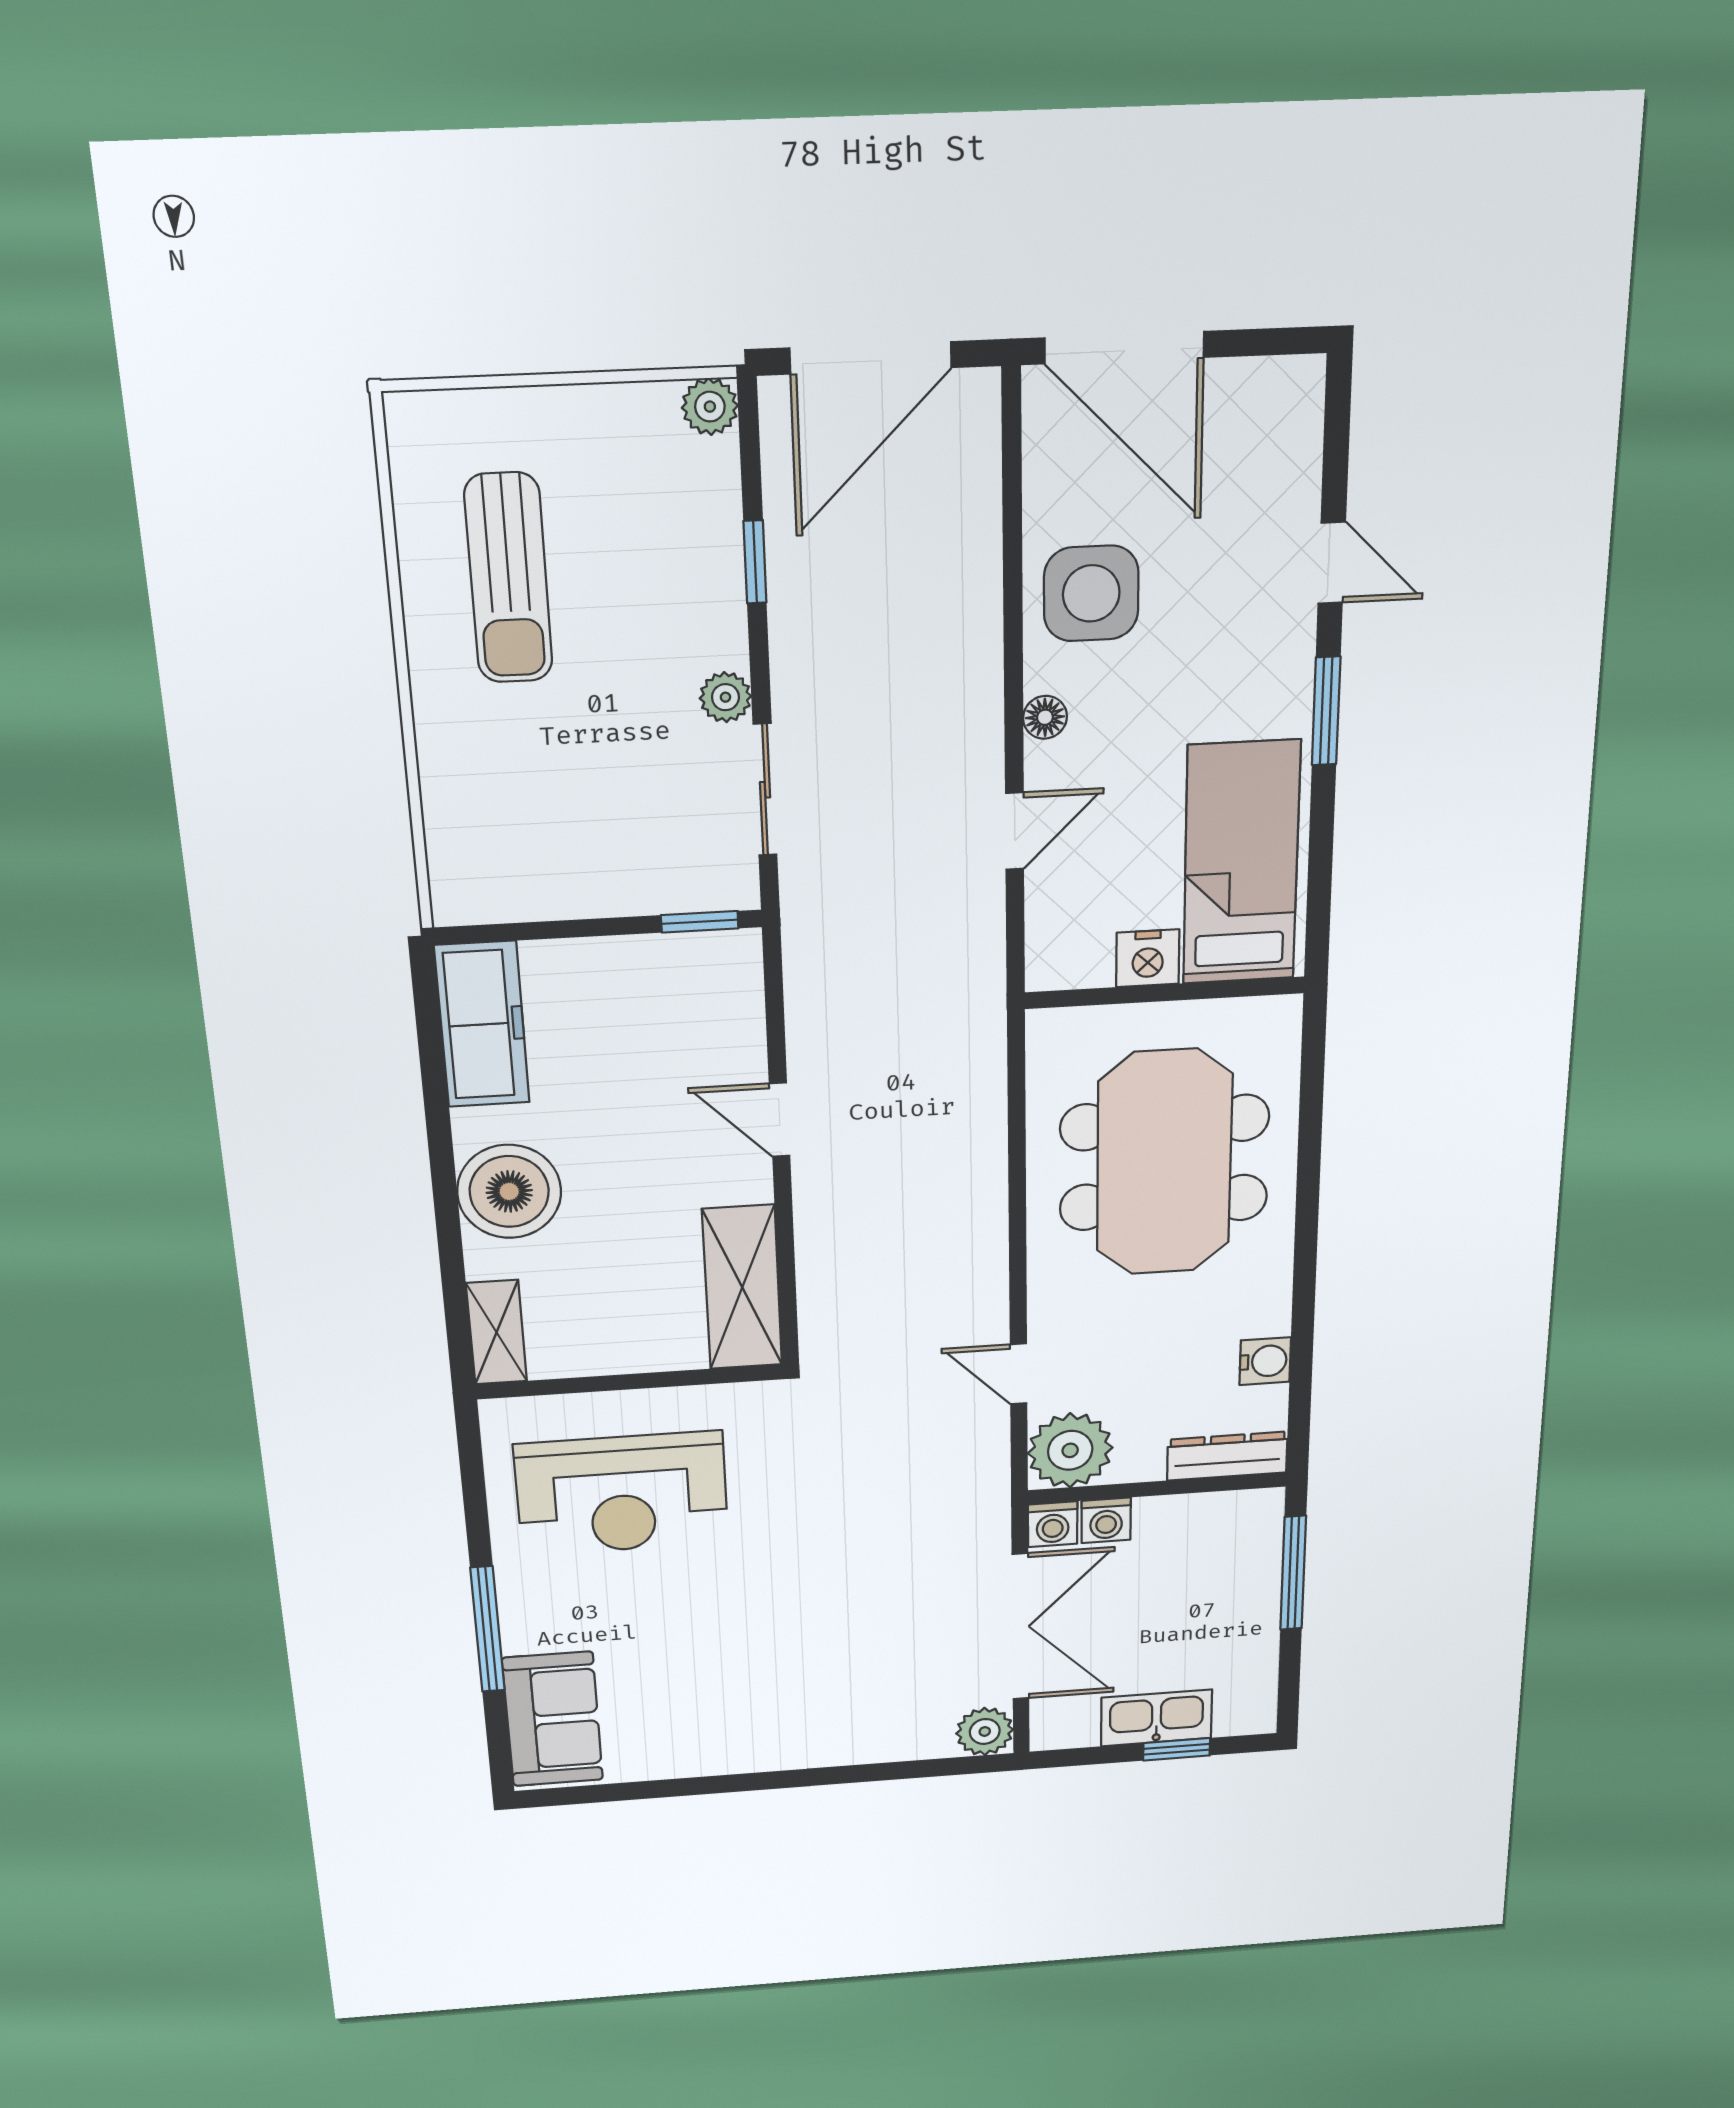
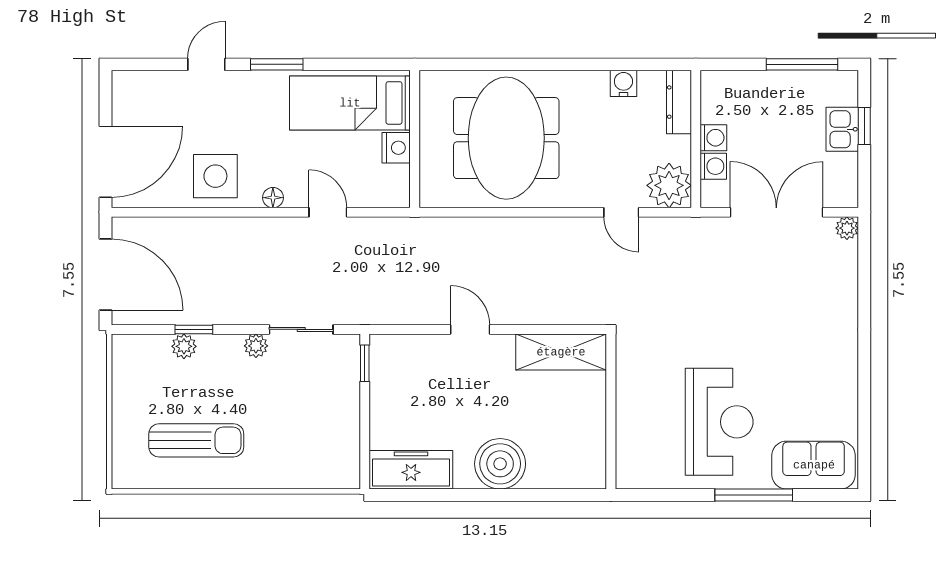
plant: (710, 407) -> (184, 346), moved
door: (780, 1120) -> (470, 329), swing flipped
meeting table: (1164, 1163) -> (506, 138), turned 90
shelving: (497, 1332) -> (578, 476), removed
door: (1019, 1374) -> (621, 212), hinge flipped
reception desk: (622, 1494) -> (719, 422), moved
washing machine: (1053, 1524) -> (713, 138), moved
window: (1293, 1573) -> (802, 64), moved
kitchen sink: (1156, 1718) -> (842, 129), width x0.73
plant: (985, 1731) -> (847, 228), width x0.73, depth x0.73

